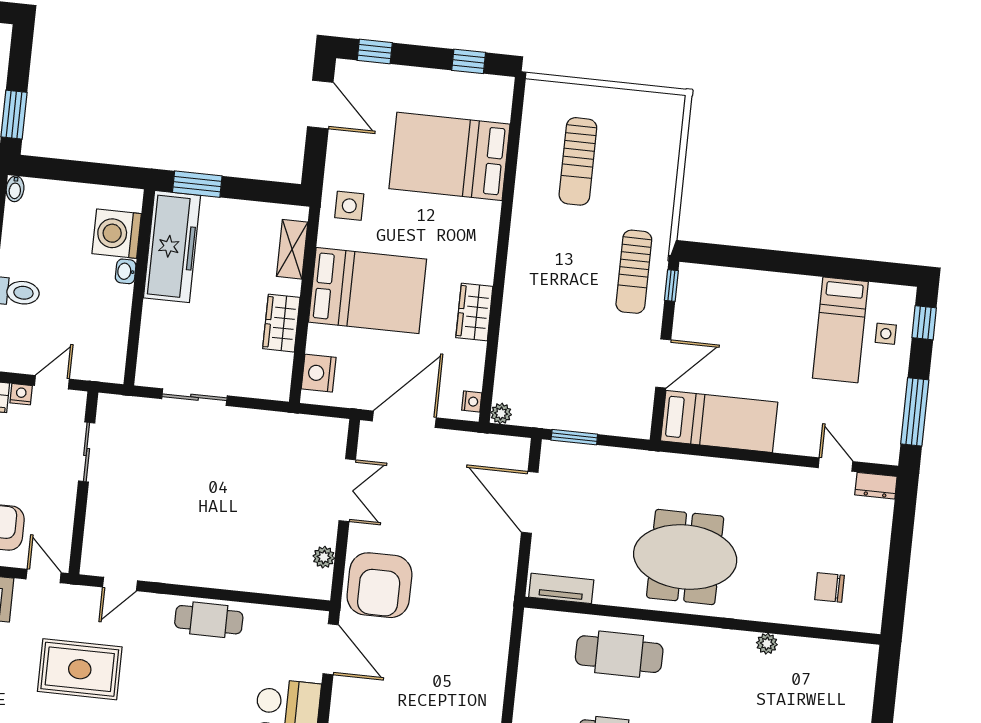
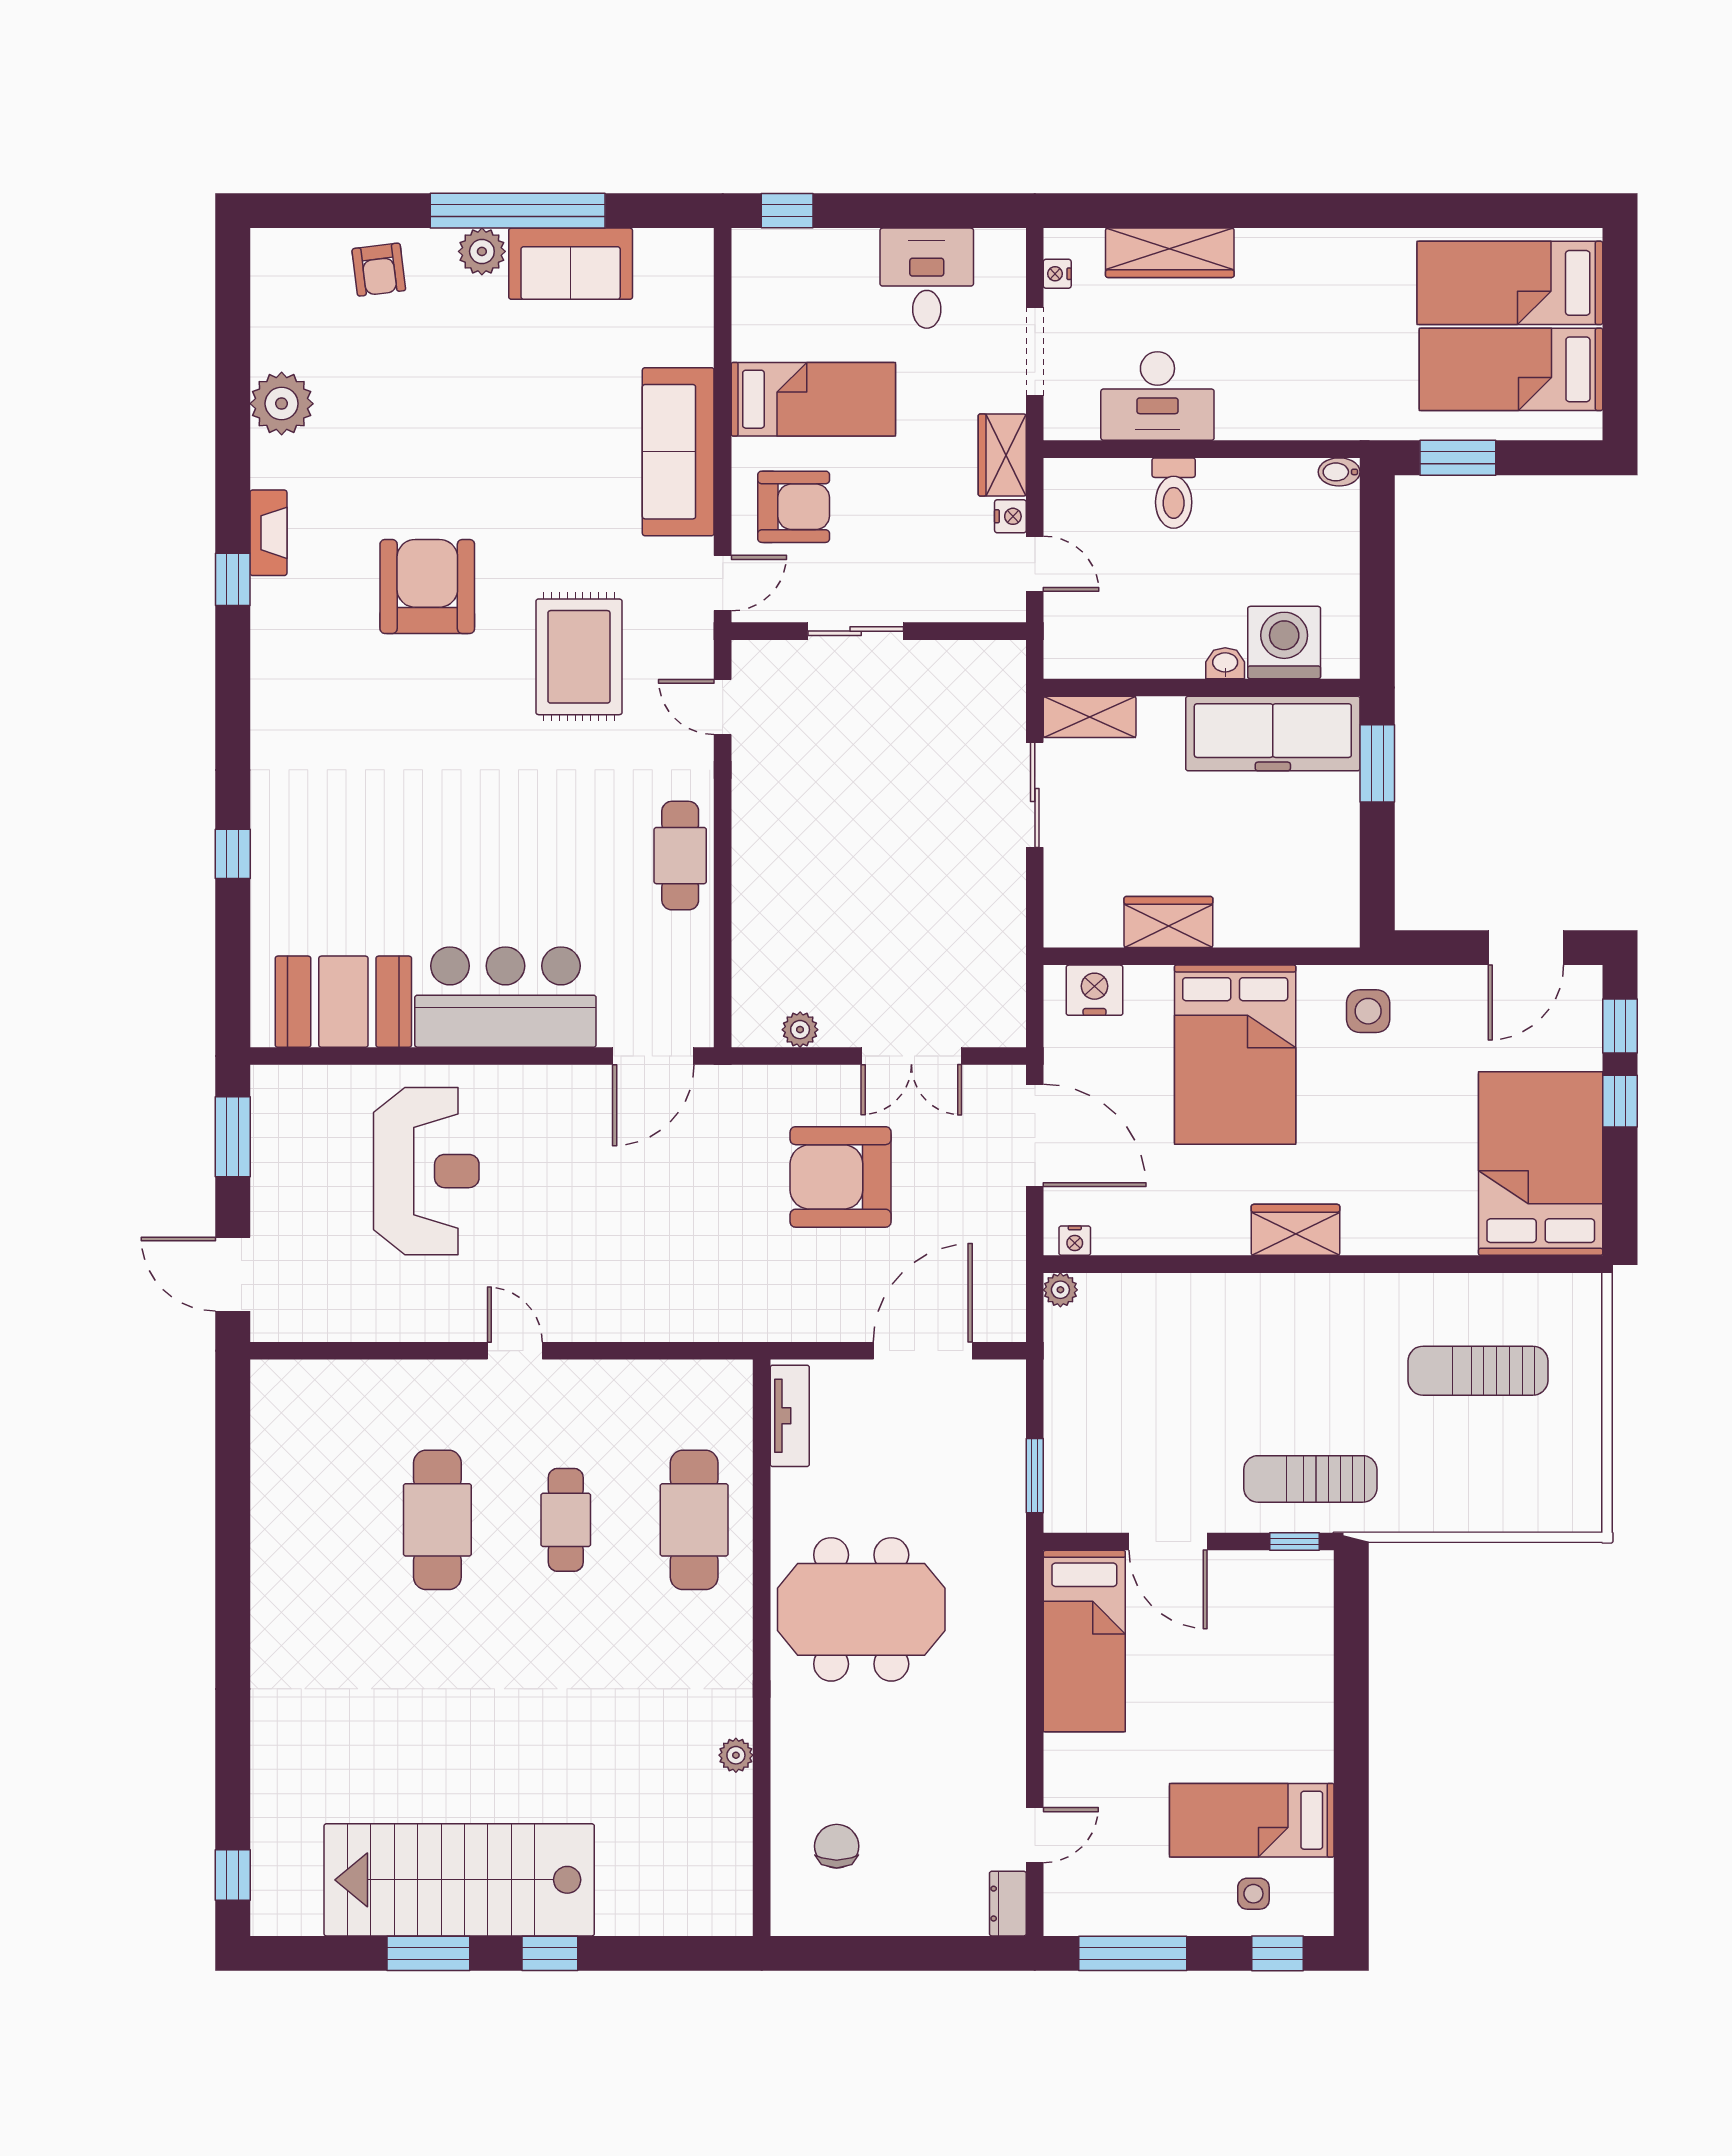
window: (469, 61) -> (1620, 1101), moved
bed: (449, 156) -> (1541, 1164), moved
shelving: (292, 249) -> (1090, 717), moved
wardrobe: (474, 312) -> (1295, 1230), moved
window: (574, 437) -> (1035, 1476), moved
sliding door: (87, 452) -> (856, 631), moved
meeting table: (685, 557) -> (861, 1609), turned 90
armchair: (379, 585) -> (841, 1177), moved

